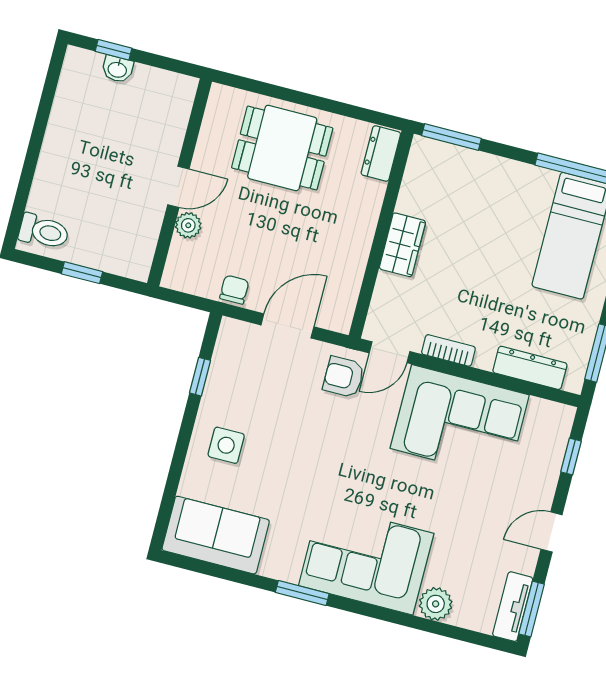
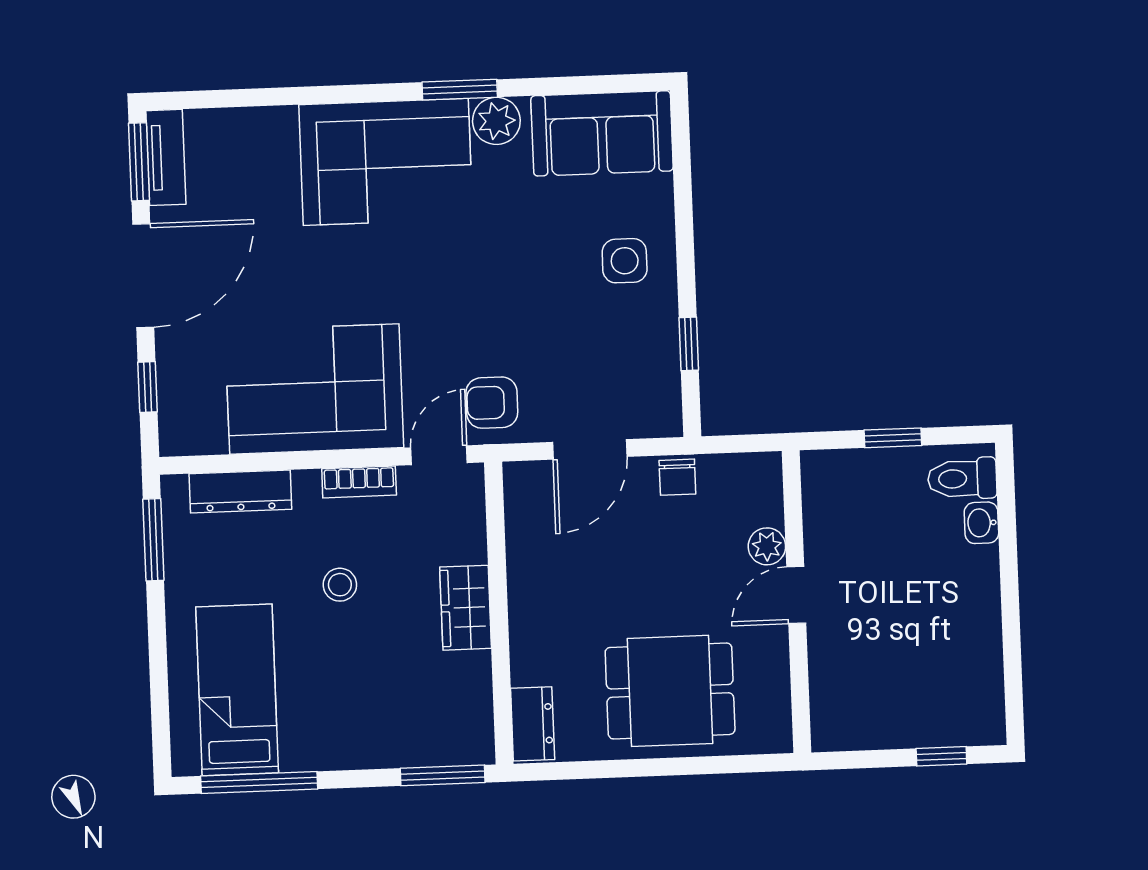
washbasin: (117, 69) -> (981, 523), moved, turned -90
stool: (482, 285) -> (340, 585), added
armchair: (344, 377) -> (492, 403), turned 180
door: (552, 532) -> (143, 276), width x1.87
plant: (436, 604) -> (496, 121), moved

